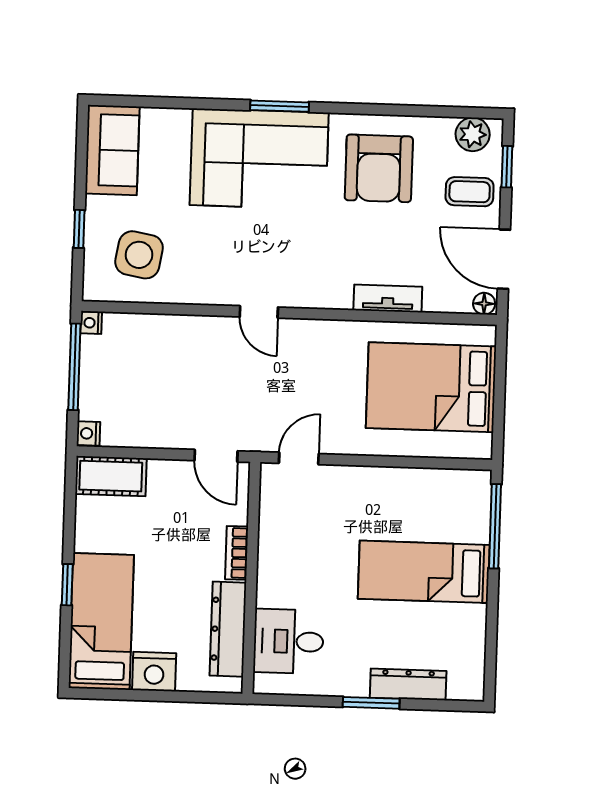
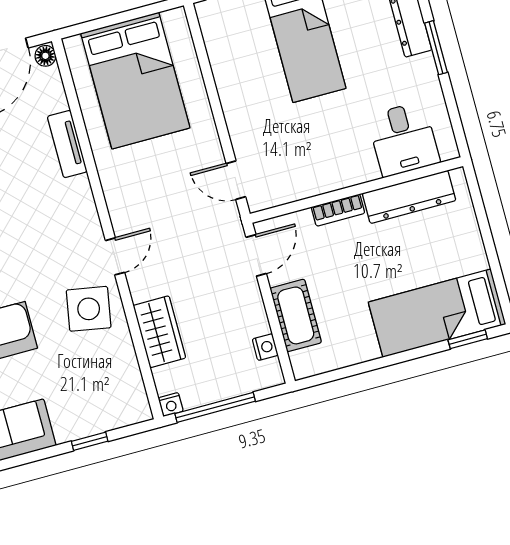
side table: (139, 255) -> (89, 309), moved
wardrobe: (169, 334) -> (159, 332), added
nightstand: (88, 433) -> (265, 347), moved, turned -90
cot: (111, 476) -> (296, 315), moved
window: (67, 585) -> (468, 339), moved
nightstand: (154, 672) -> (468, 252), removed

